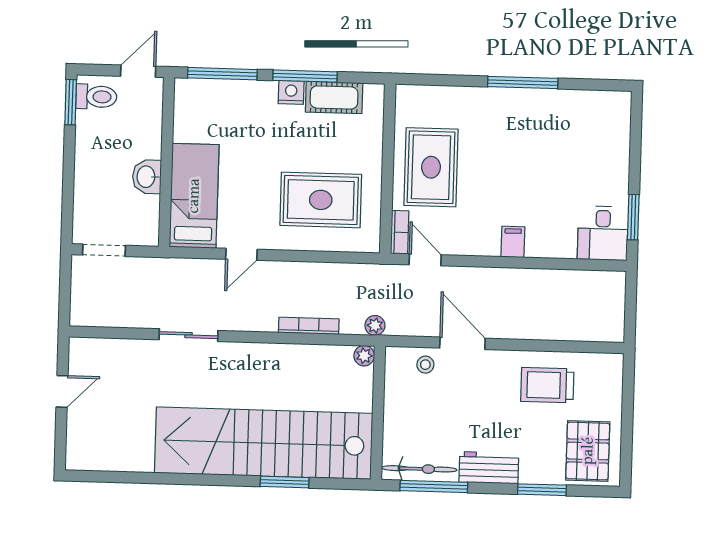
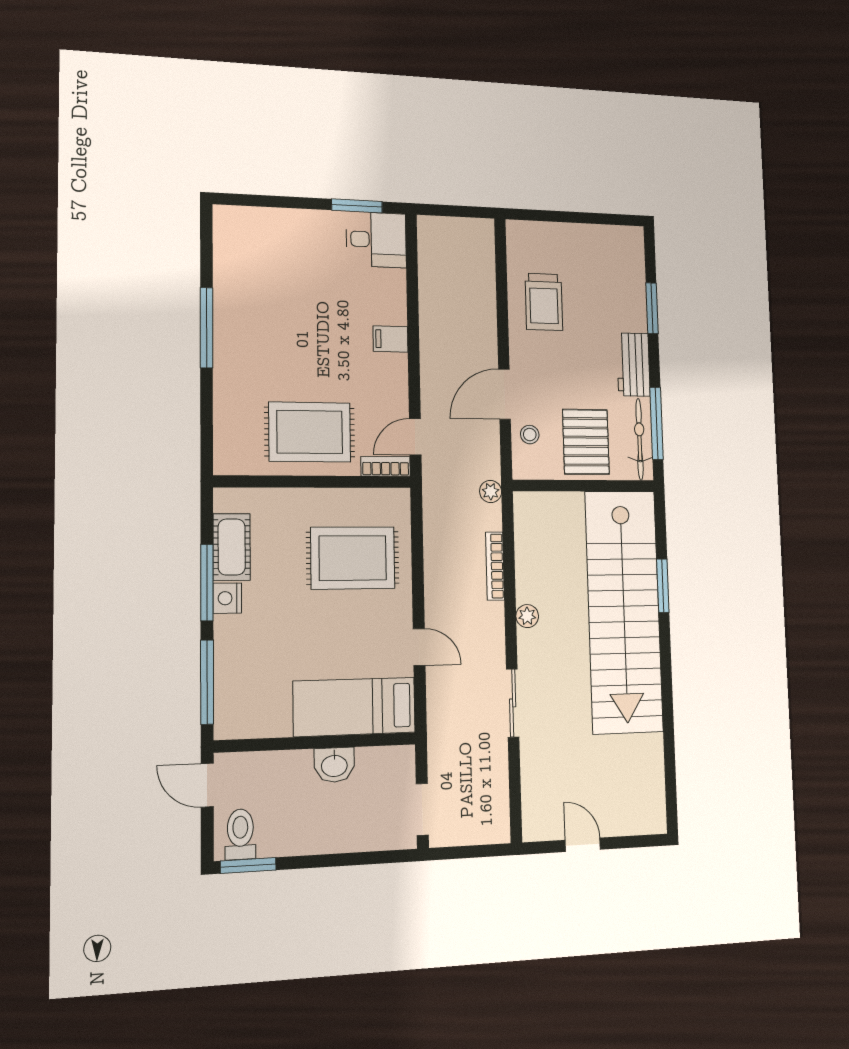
rug: (321, 200) -> (353, 558), turned 90
plant: (364, 356) -> (527, 616), moved
pallet: (588, 451) -> (586, 442), moved, turned 90

